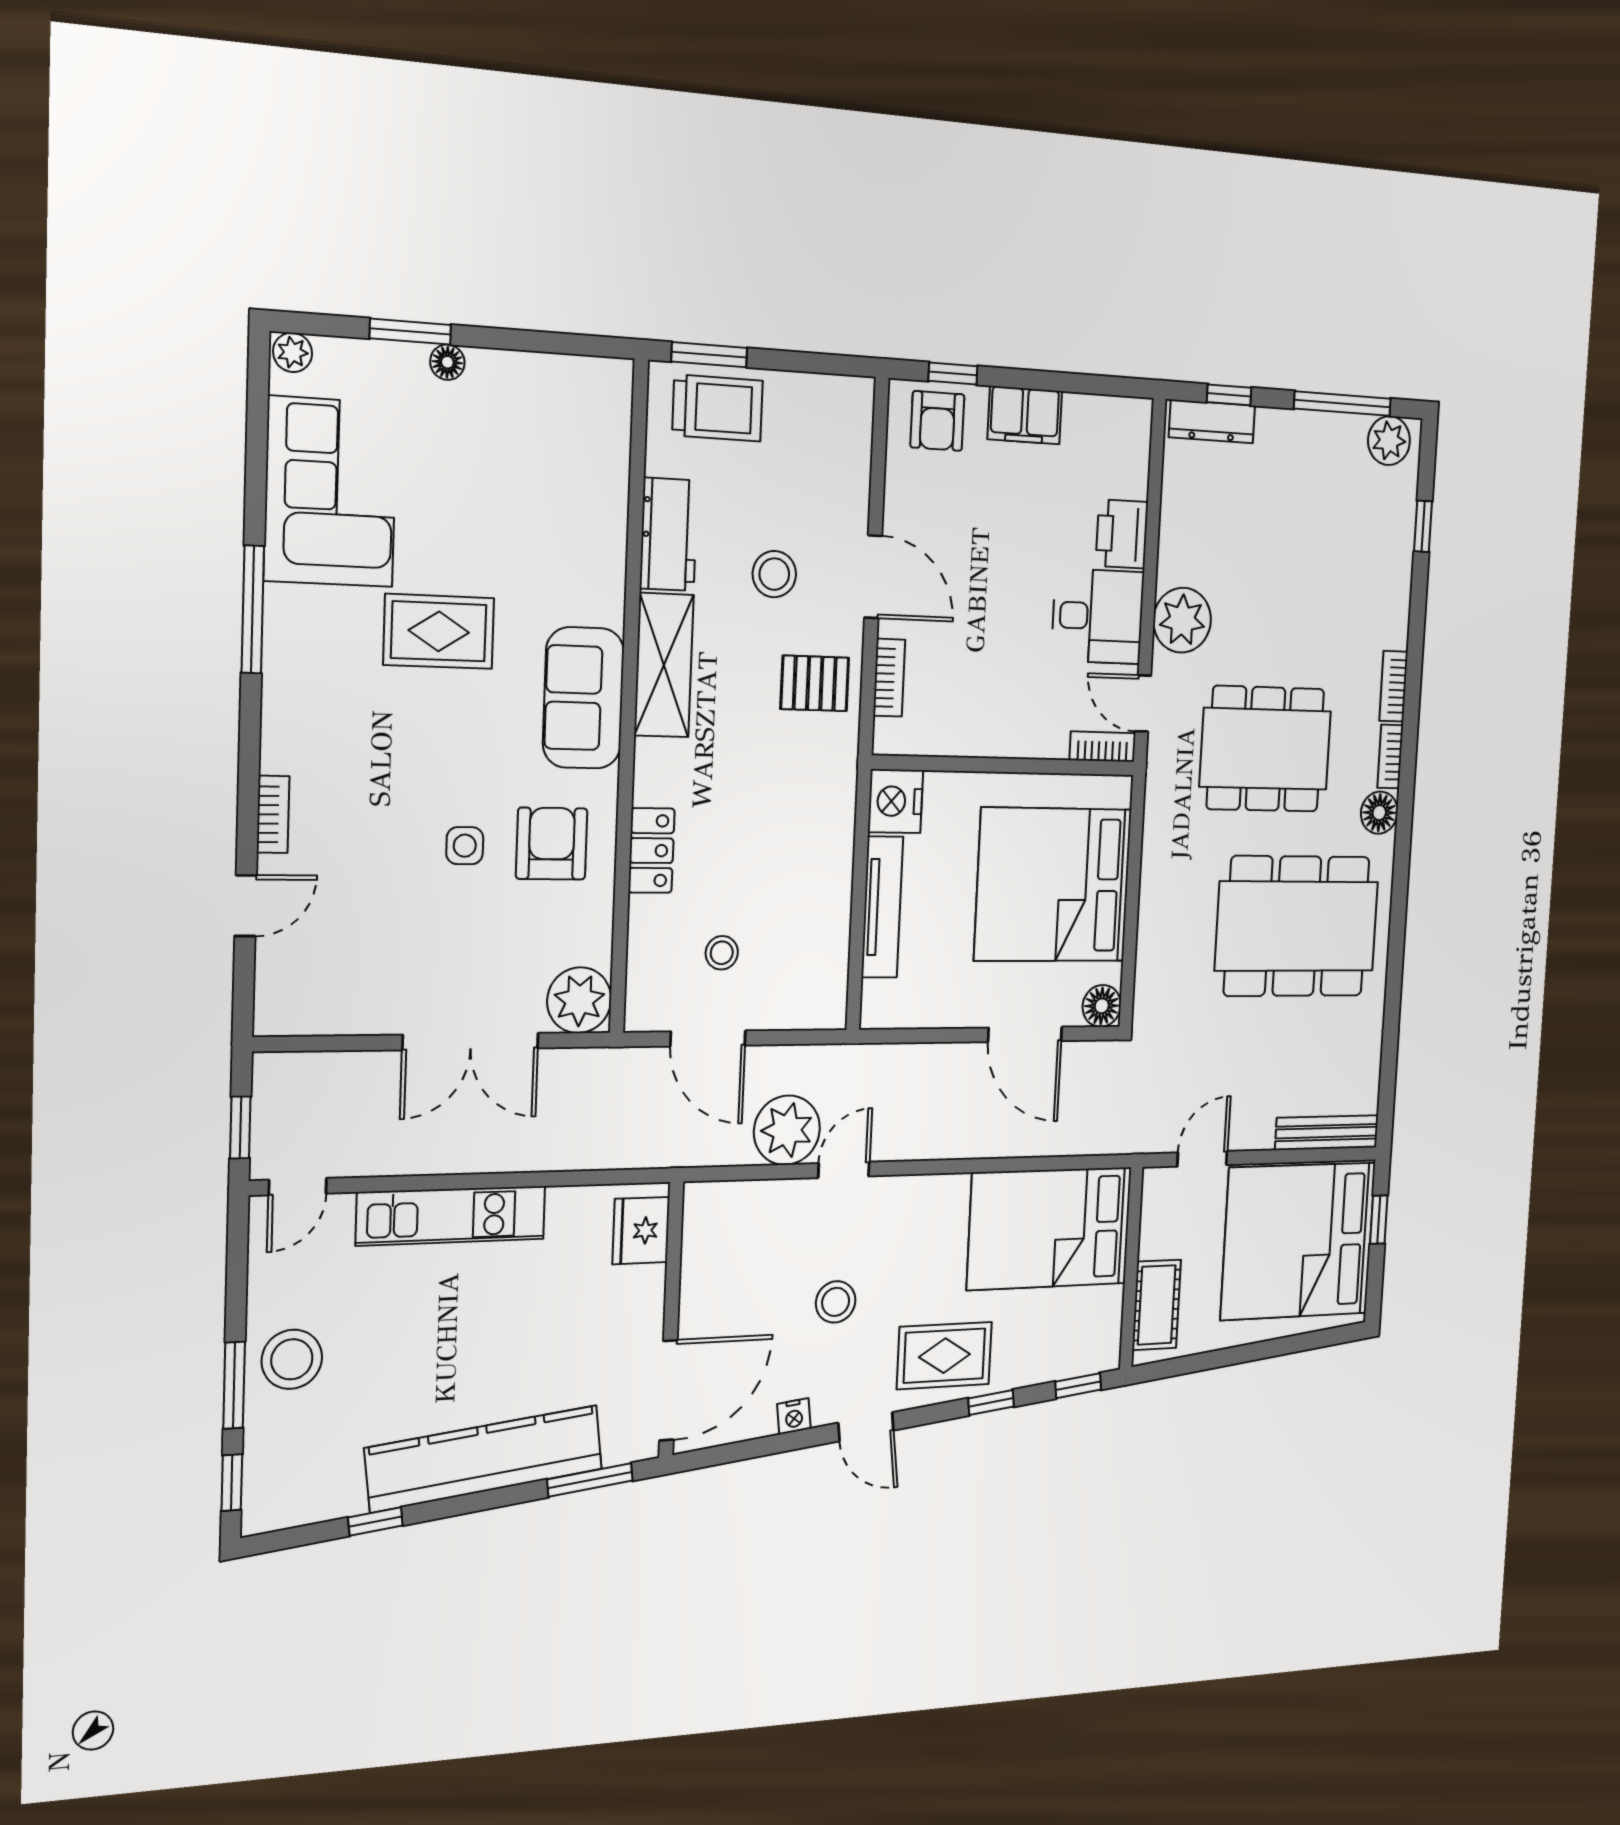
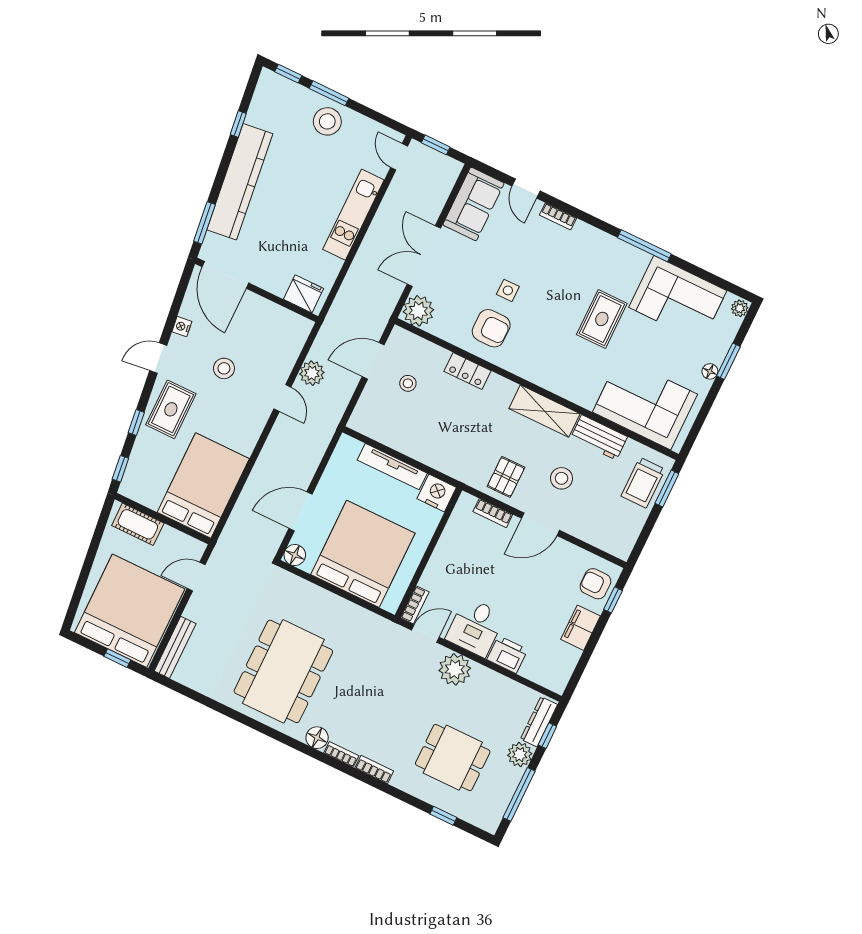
plant: (1389, 441) -> (520, 754), moved
corner sofa: (566, 470) -> (645, 403), added
sofa: (583, 698) -> (473, 204), moved, turned 90
dining table: (1265, 749) -> (453, 758), moved, width x0.73
plant: (787, 1130) -> (312, 373), width x0.73, depth x0.73
door: (1202, 1159) -> (196, 577), swing flipped

